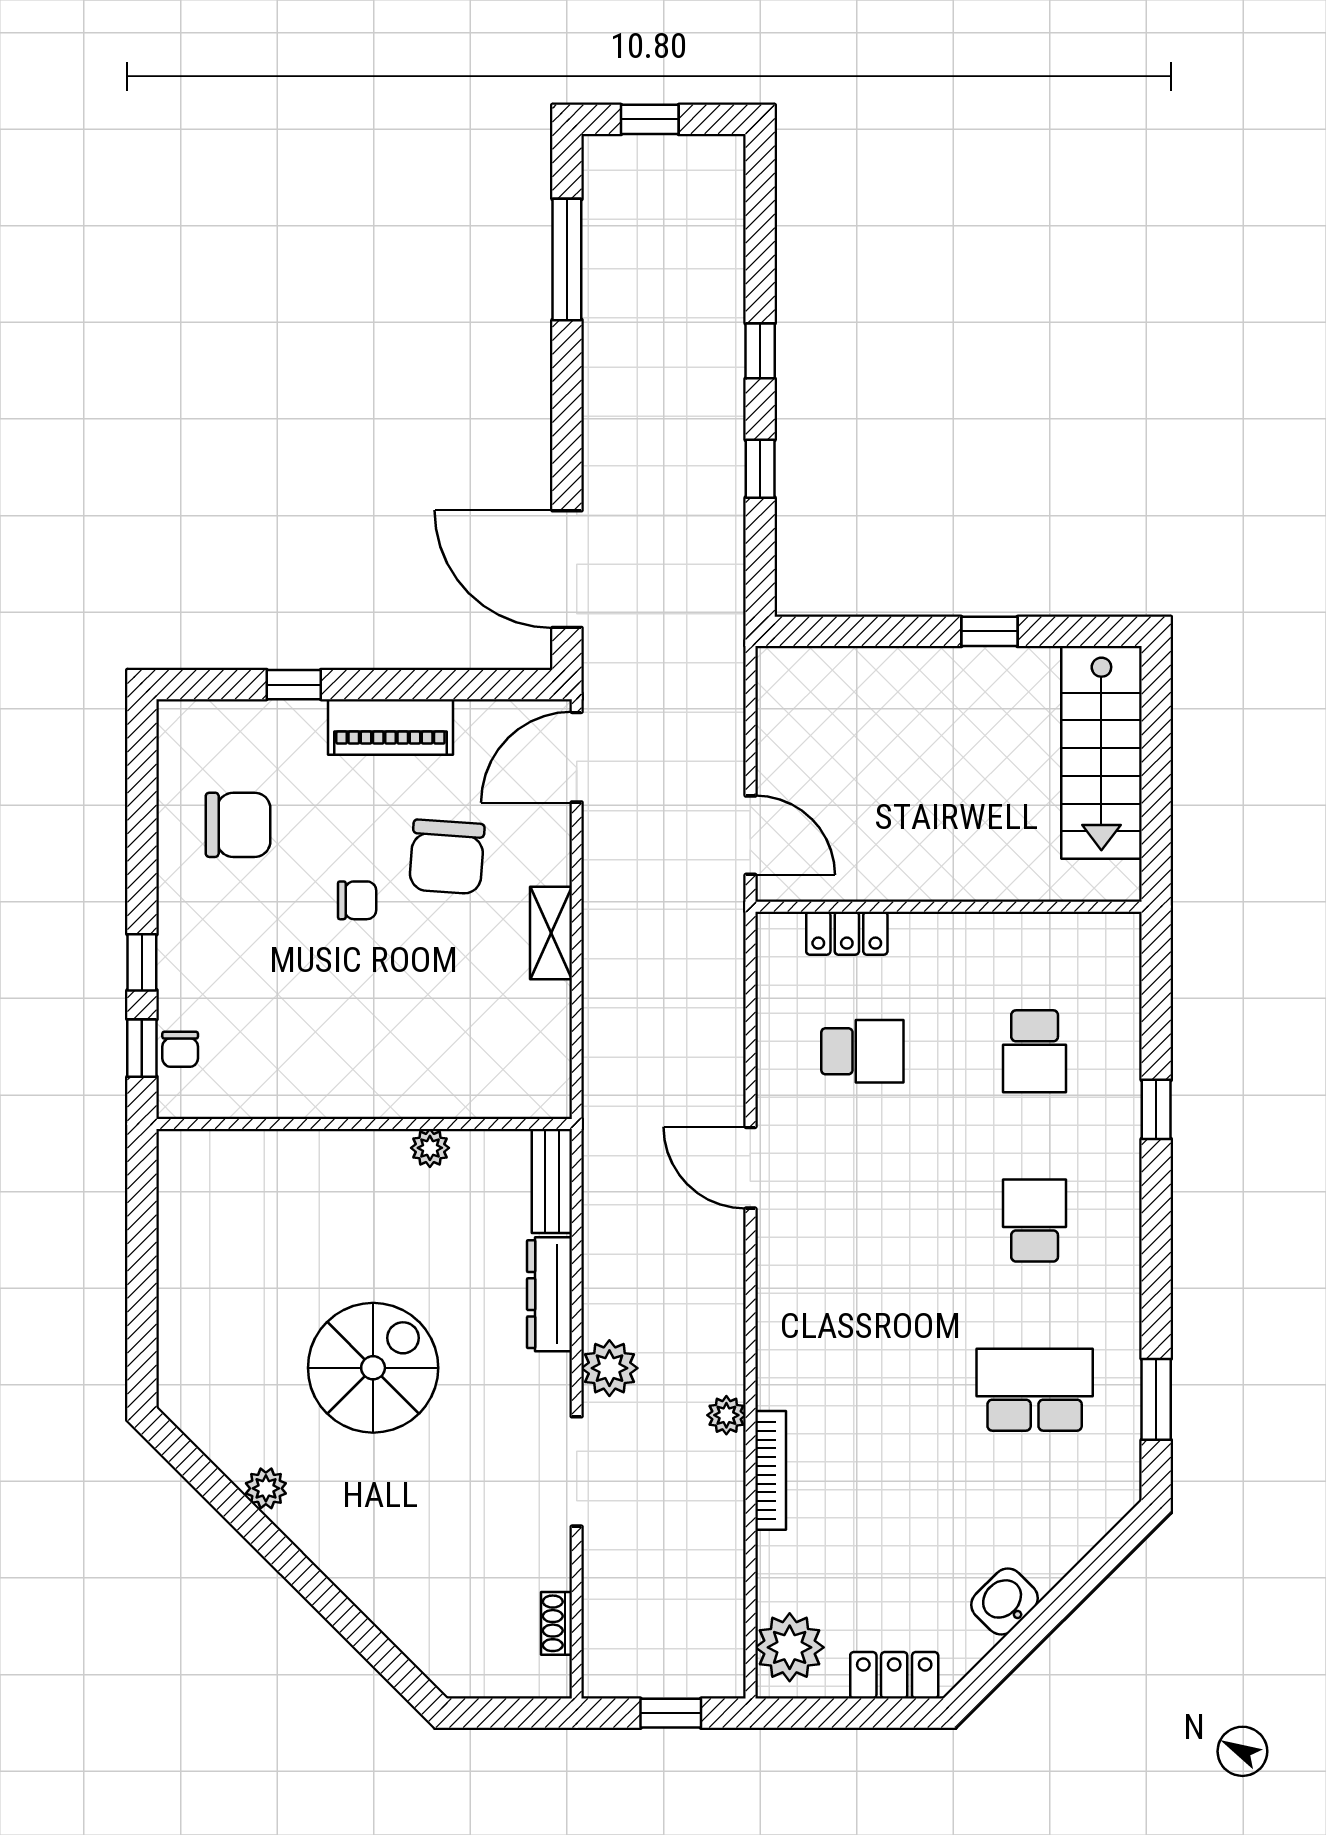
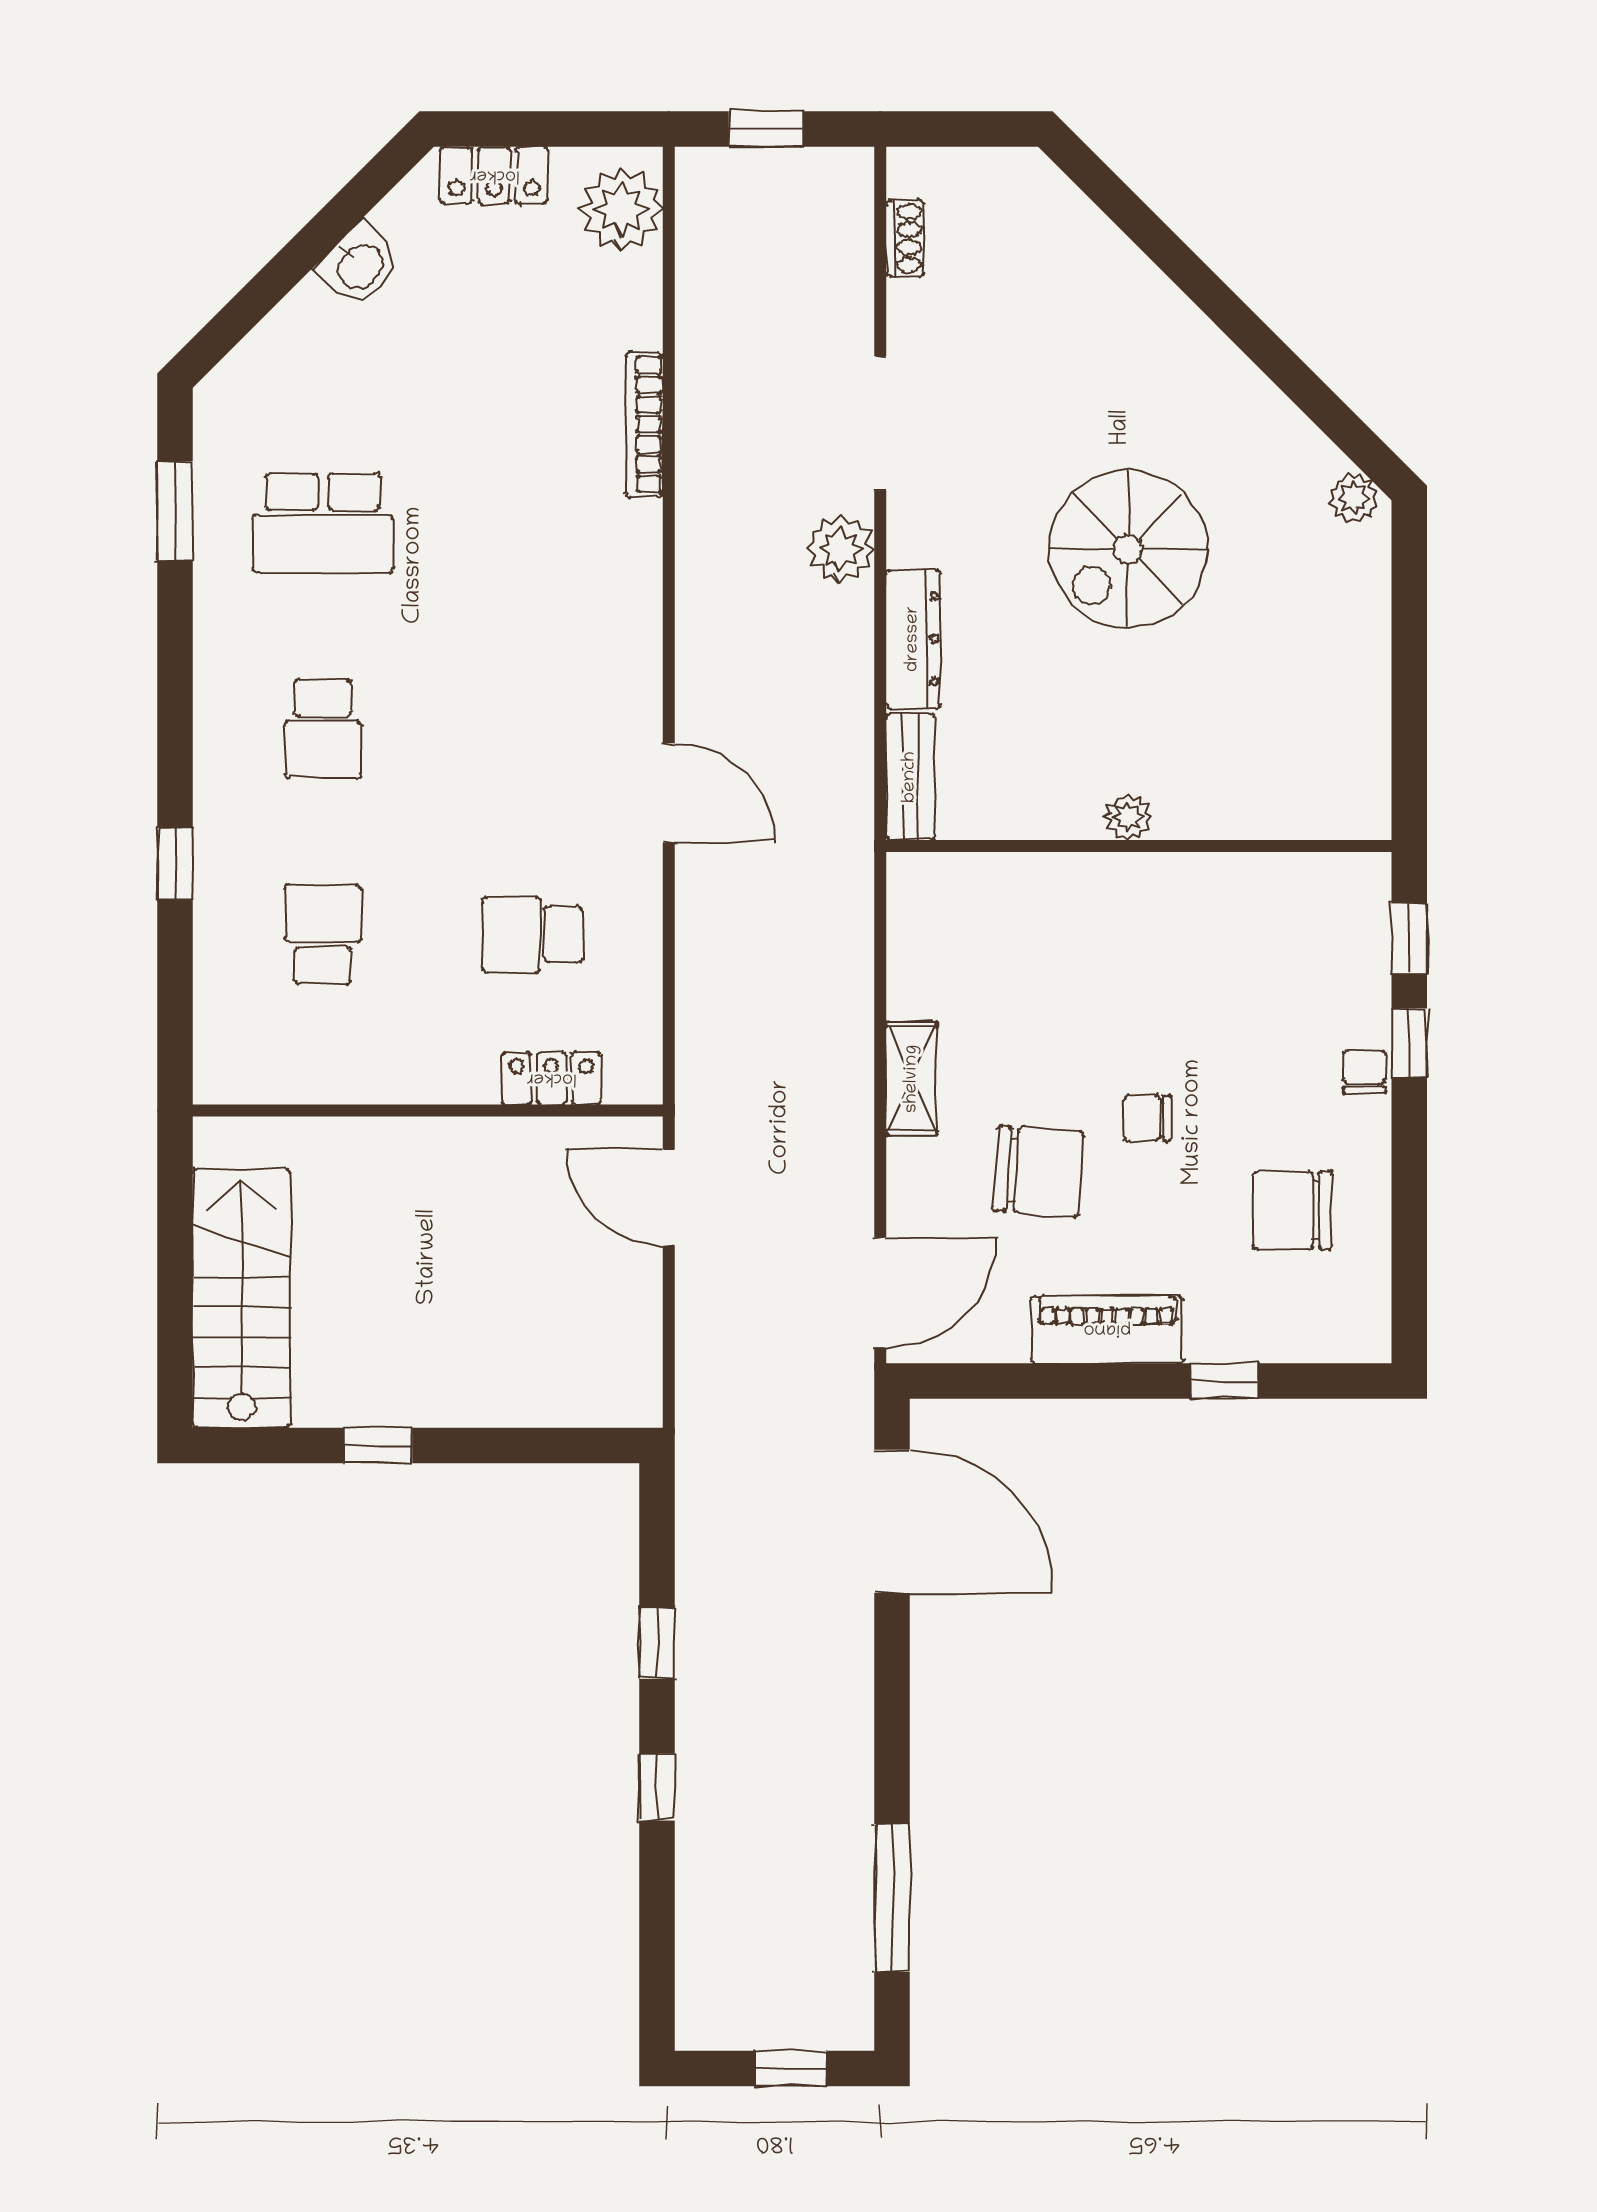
chair: (447, 857) -> (1038, 1171), turned 90
chair: (180, 1049) -> (1364, 1072), moved
plant: (430, 1148) -> (1128, 817), moved
plant: (726, 1415) -> (698, 492), removed
plant: (266, 1488) -> (1354, 498), moved

